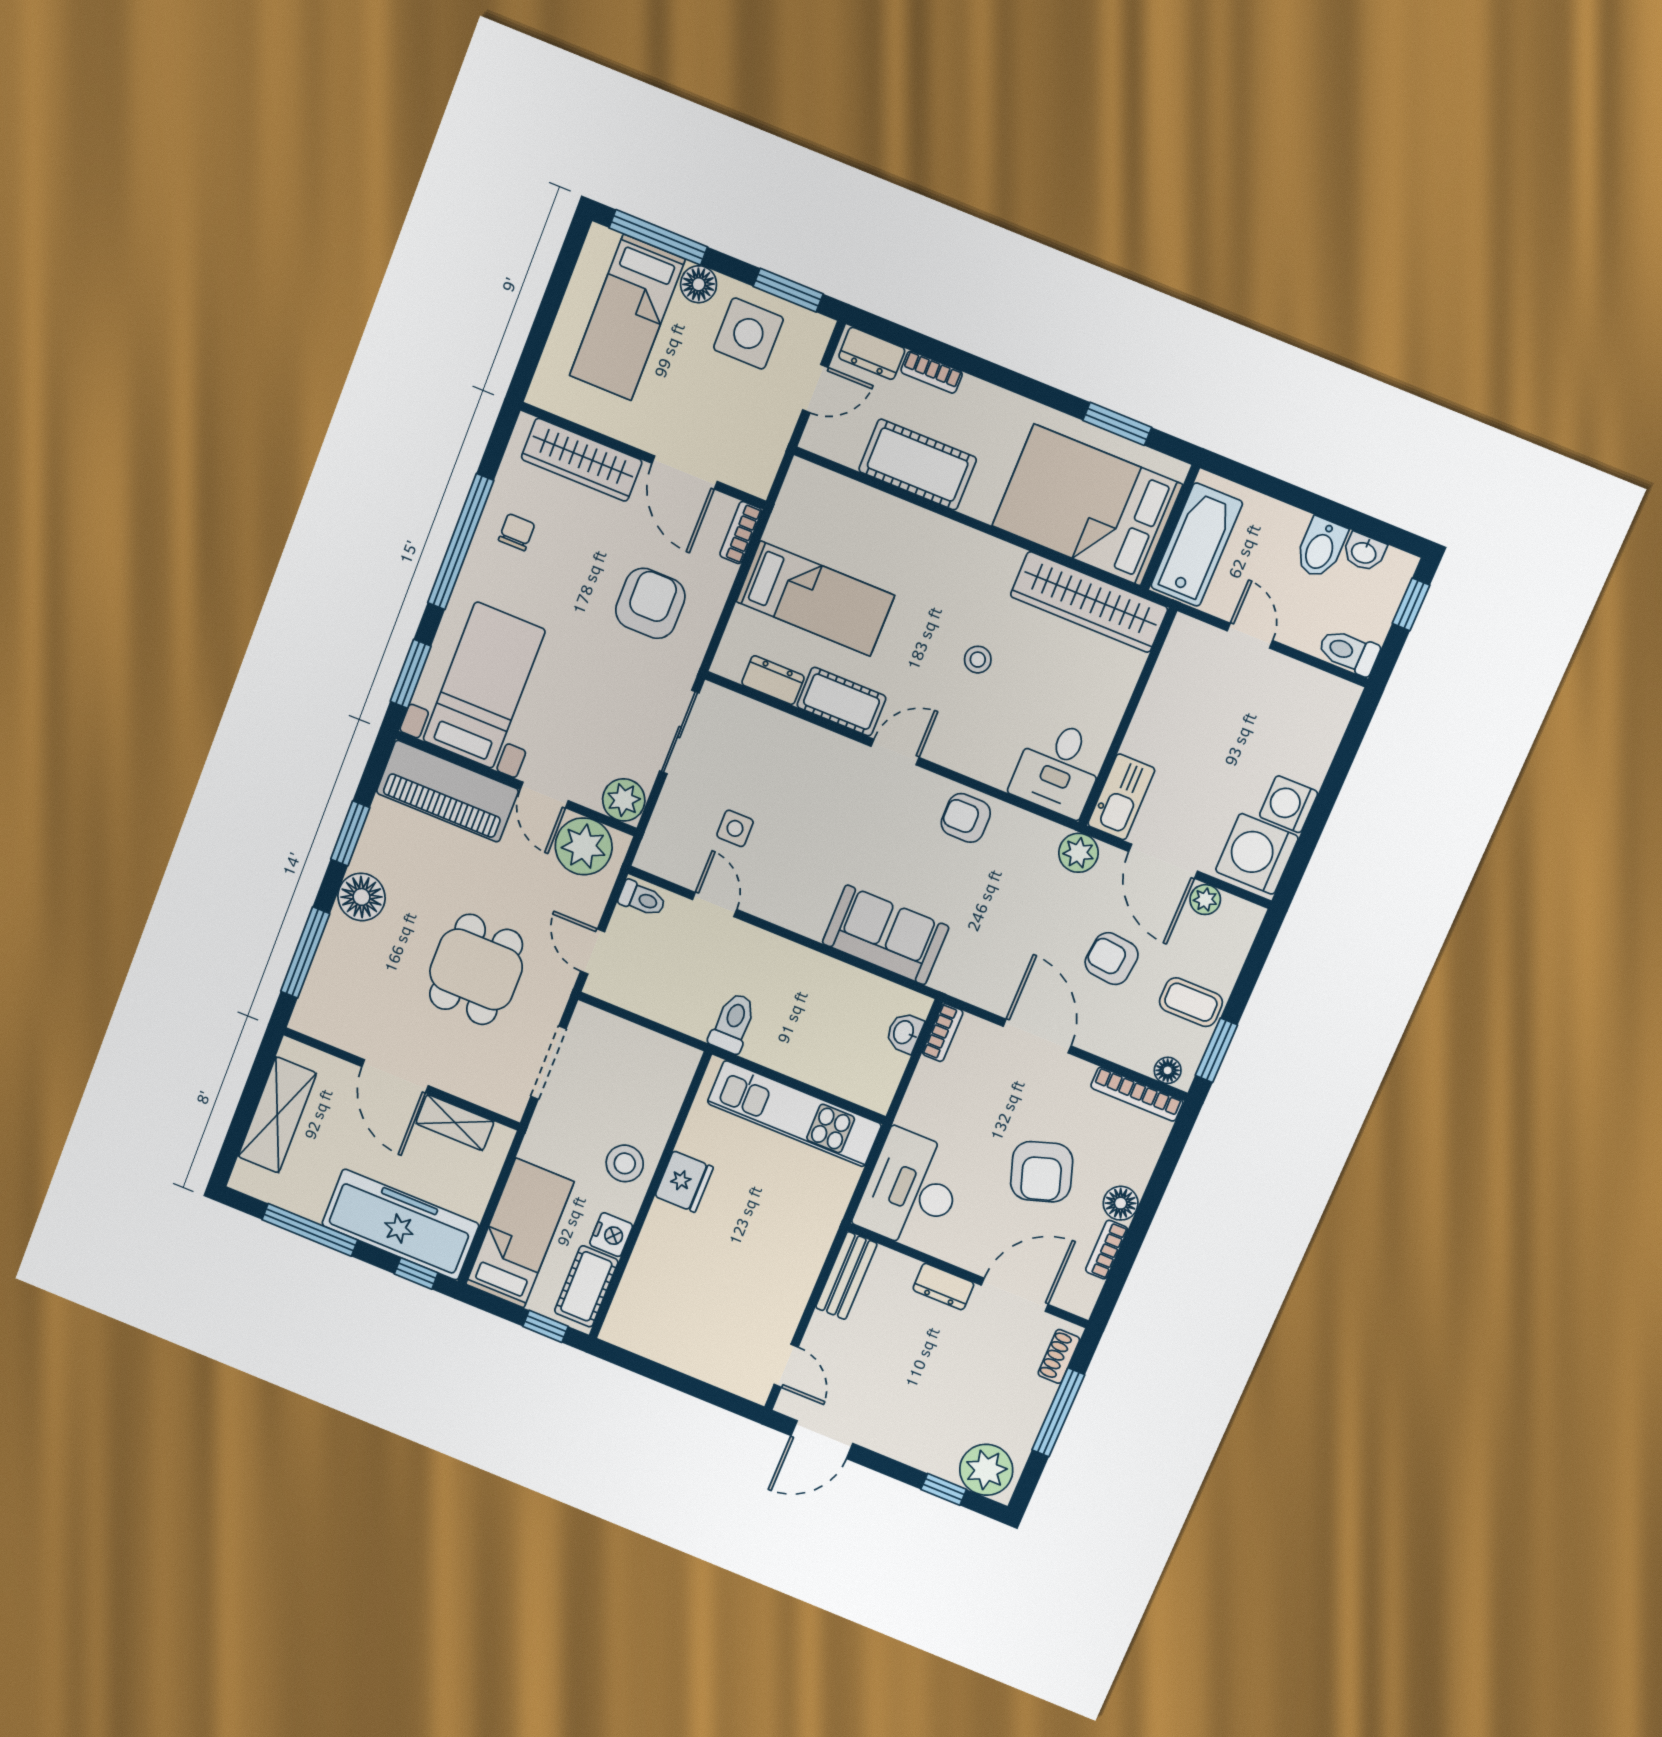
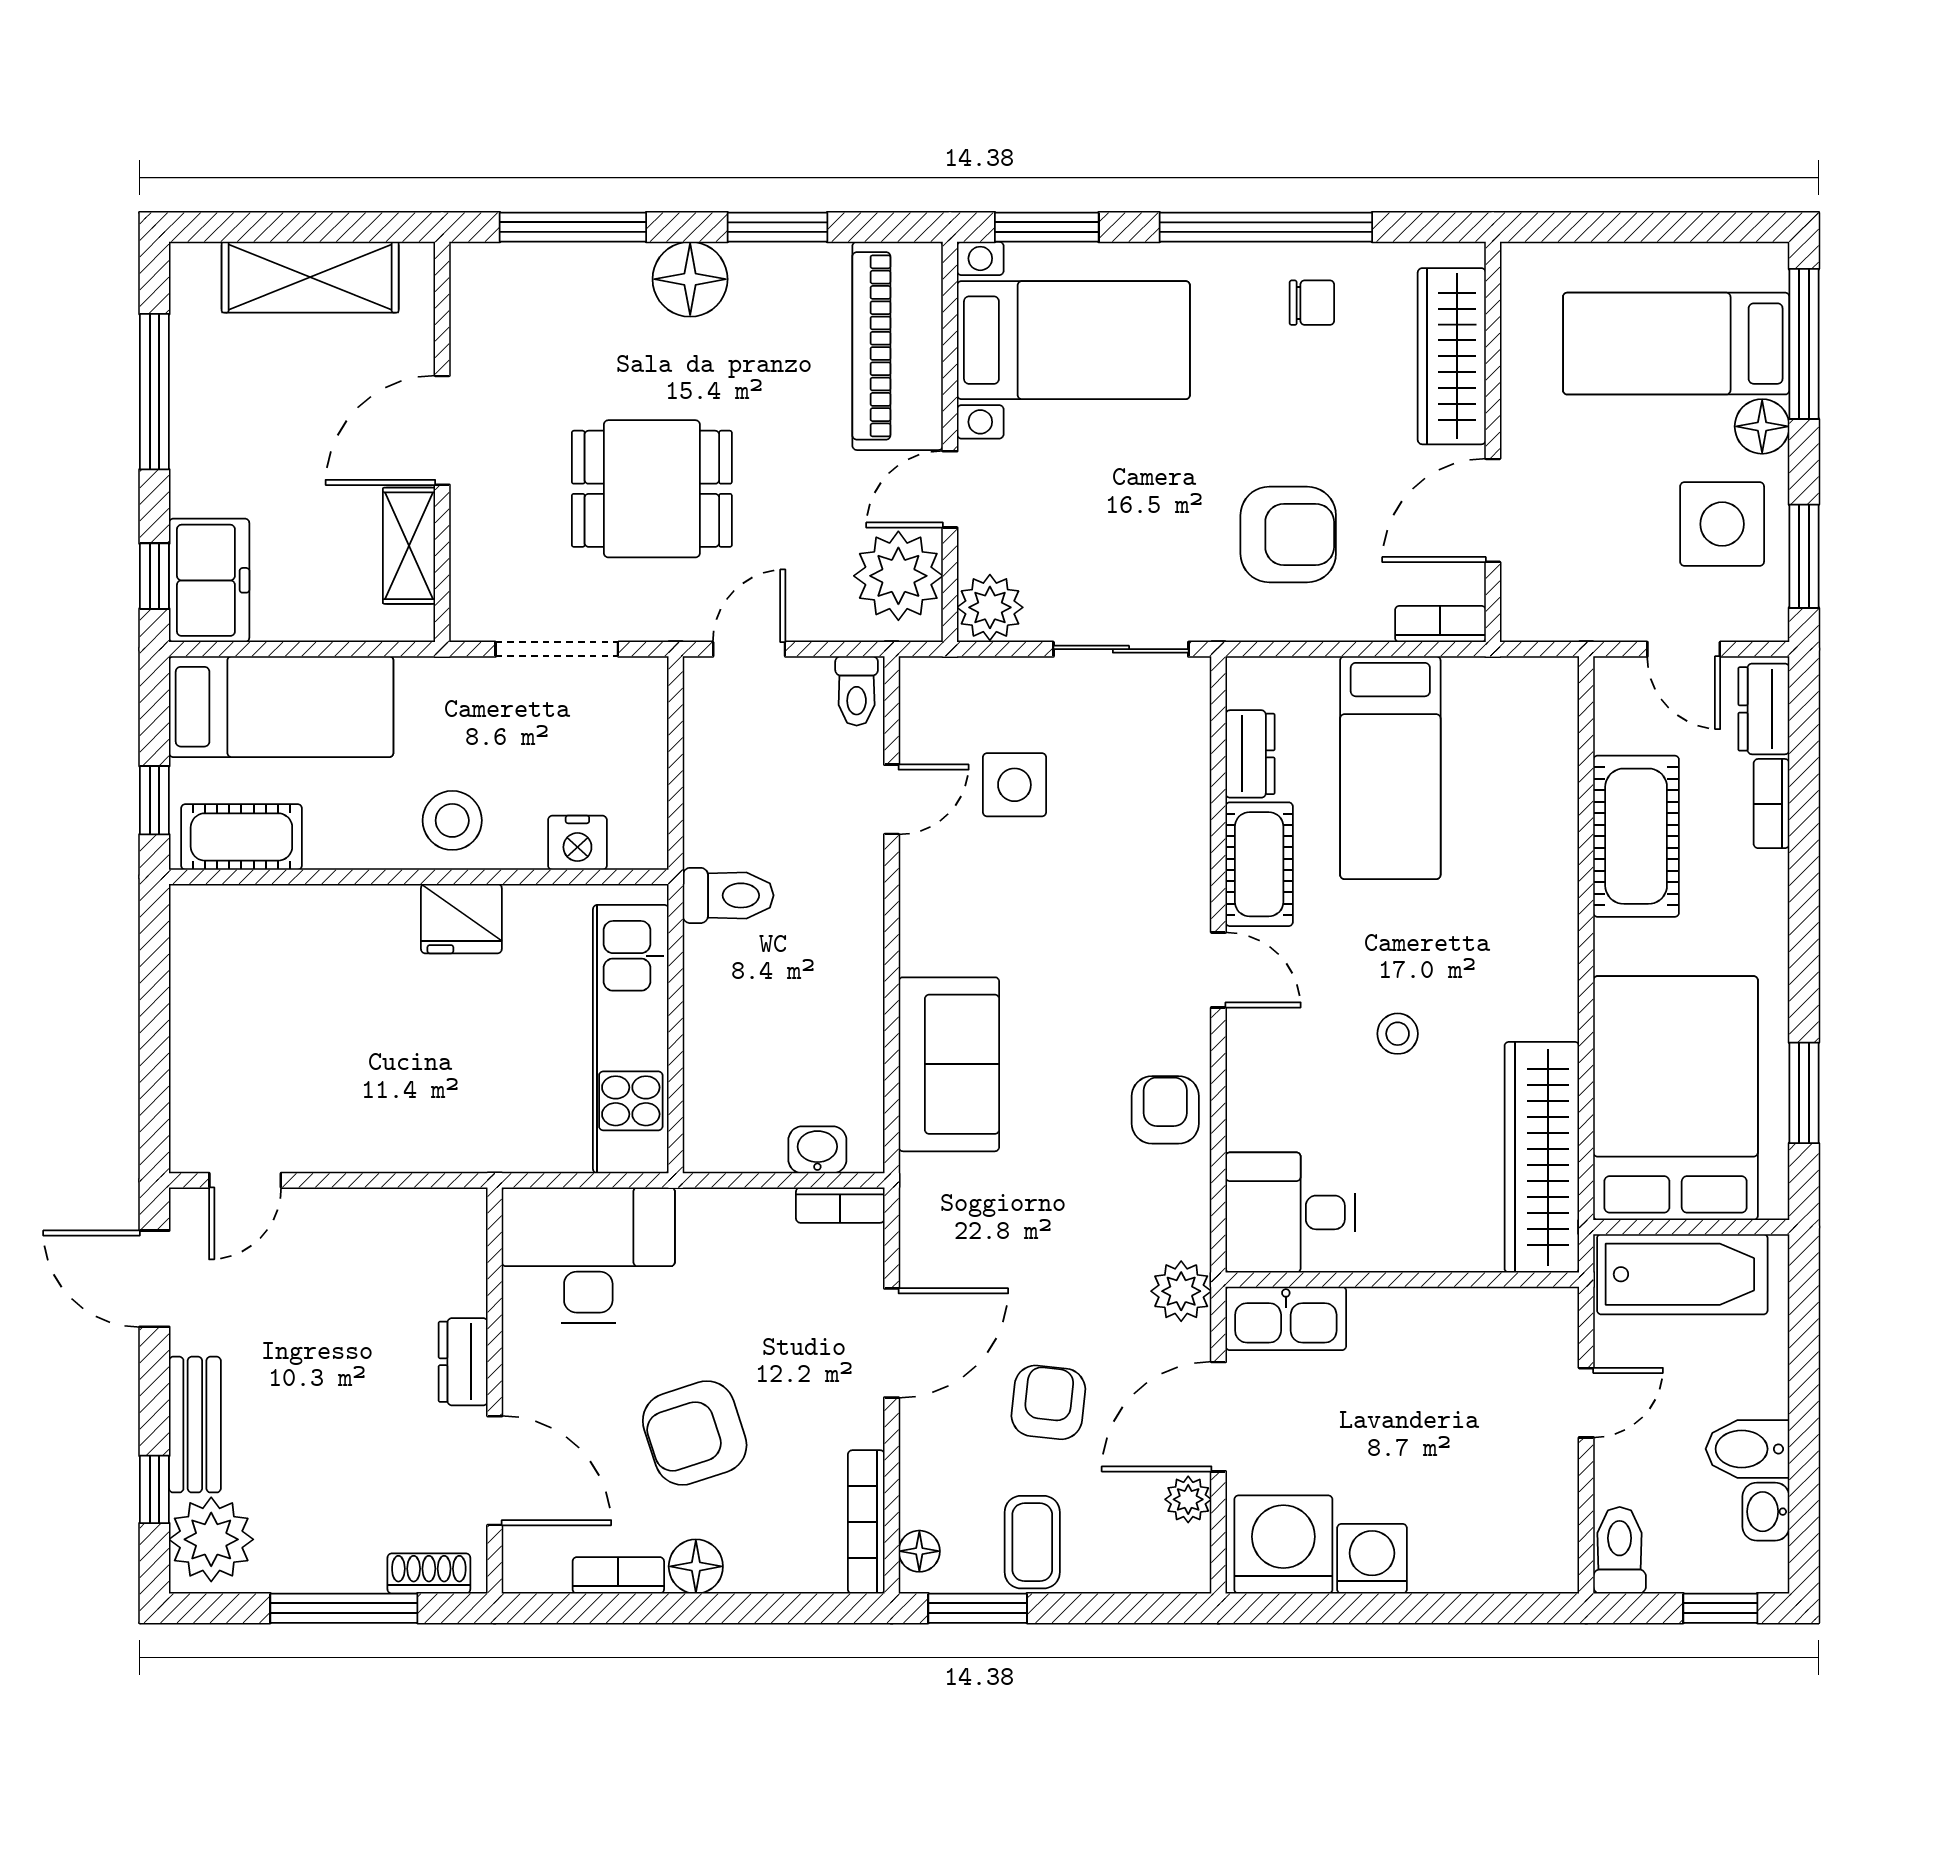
side table: (735, 828) -> (1014, 785), width x1.37, depth x1.37
freezer: (400, 1225) -> (209, 580), width x0.52, depth x0.79
nightstand: (611, 1235) -> (577, 843), moved
bench: (846, 1276) -> (195, 1425), moved, turned 90

